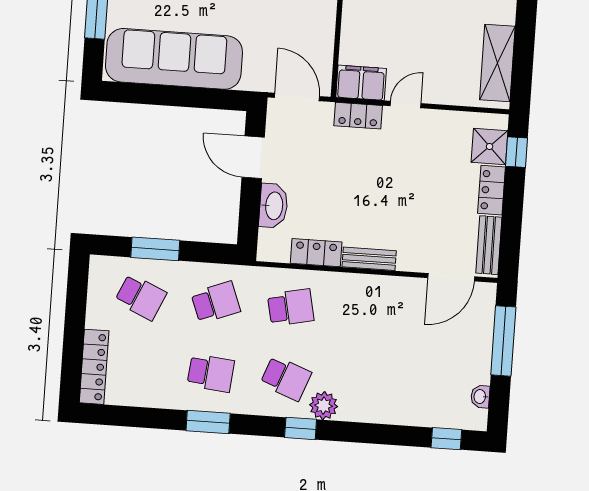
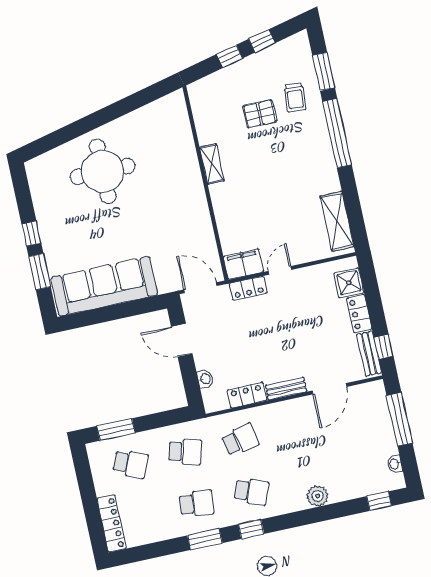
window: (516, 152) -> (384, 347), moved
washbasin: (273, 206) -> (205, 379), width x0.52, depth x0.69
window: (155, 249) -> (116, 429), moved
door: (451, 277) -> (329, 389), moved
school desk: (216, 302) -> (185, 452), turned 36
plant: (324, 406) -> (318, 496), moved
window: (301, 428) -> (251, 529), moved

